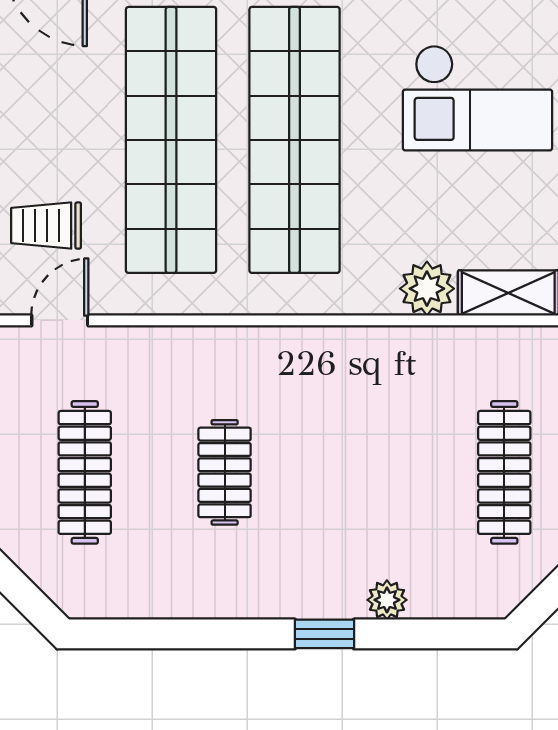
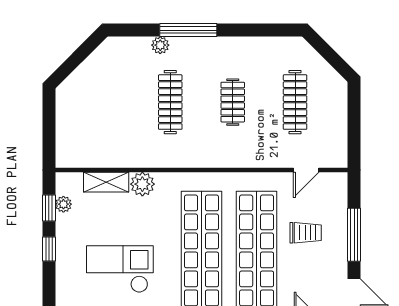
trolley: (46, 226) -> (306, 233), moved
clothes rail: (504, 472) -> (170, 102), moved
window: (324, 634) -> (188, 30), width x2.17

